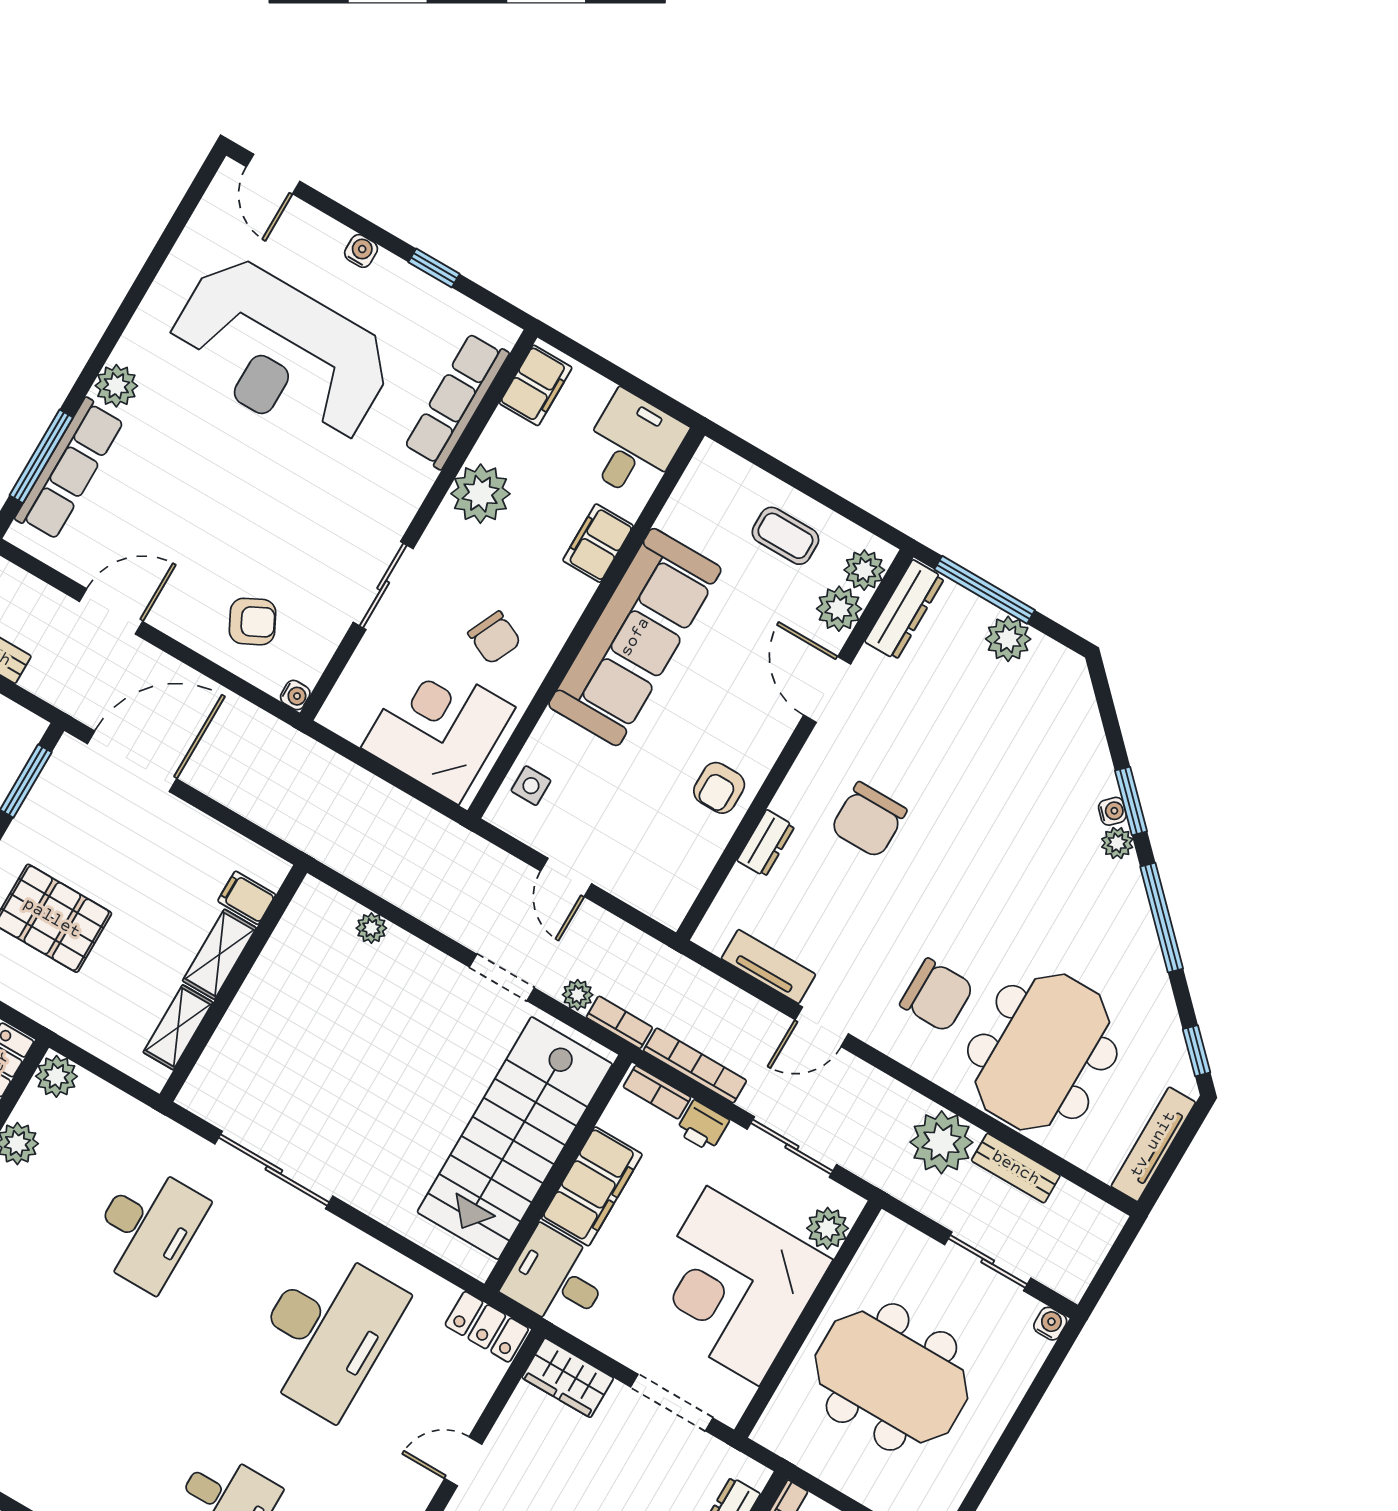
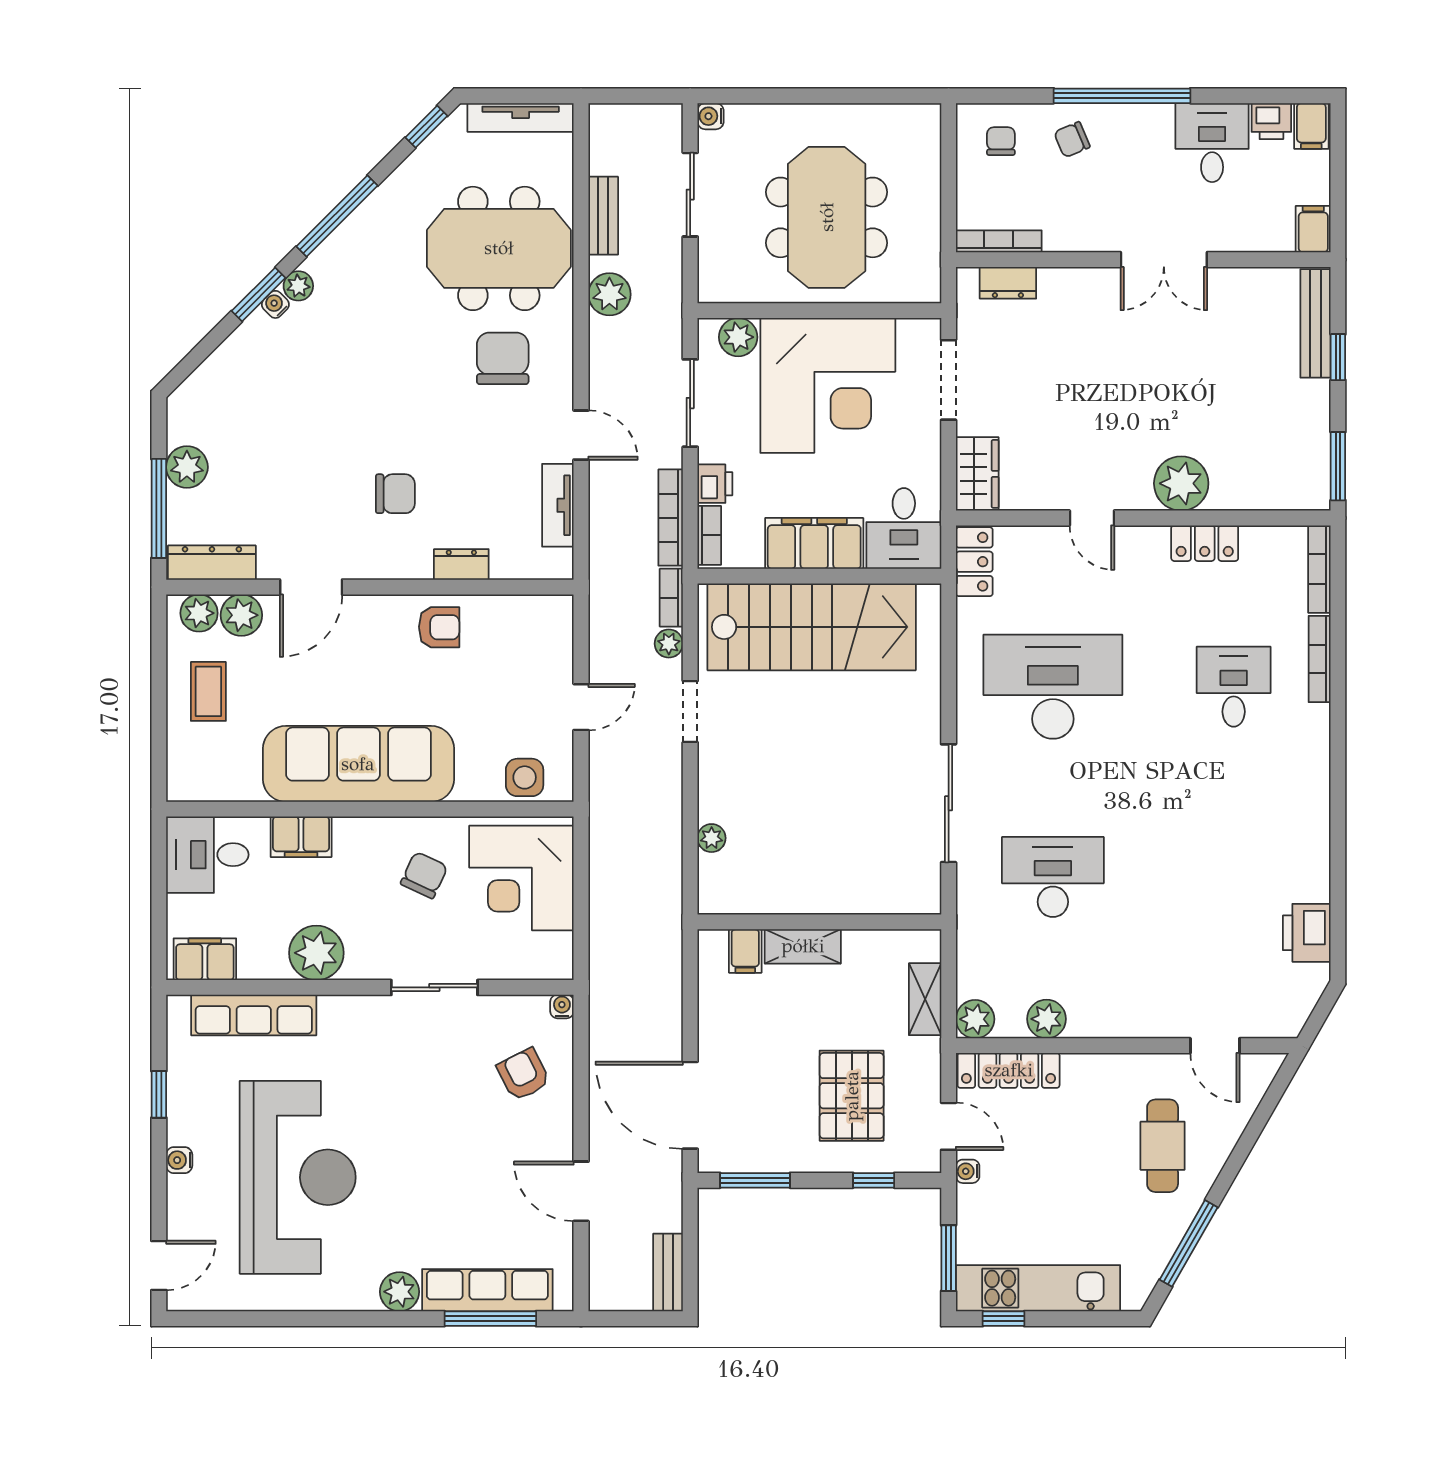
side table: (531, 786) -> (525, 777), width x1.37, depth x1.37
chair: (869, 820) -> (395, 494), width x0.73, depth x0.73
shelving: (178, 1027) -> (925, 999), moved, turned 90
plant: (941, 1142) -> (609, 294), width x0.73, depth x0.73

